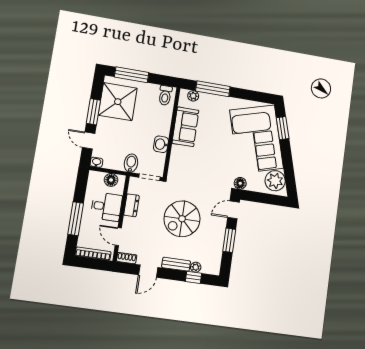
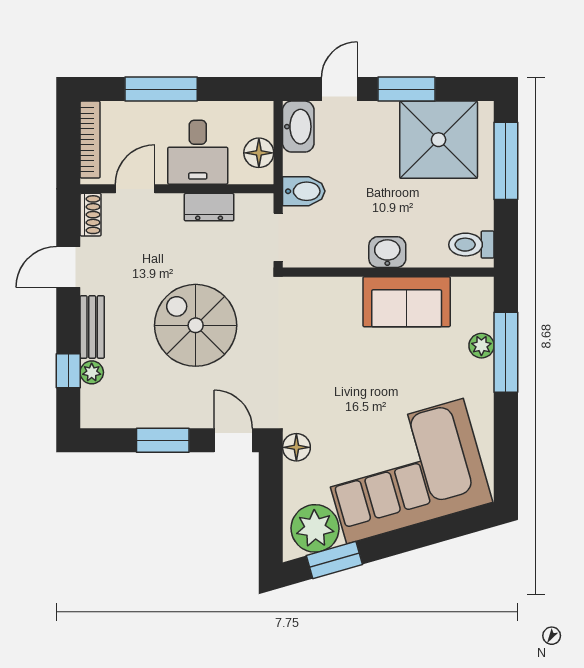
plant: (193, 96) -> (481, 346), moved
window: (283, 128) -> (334, 560), moved
washbasin: (161, 144) -> (387, 252), moved
washbasin: (96, 162) -> (298, 127), width x1.91, depth x1.45
door: (148, 271) -> (68, 267), hinge flipped

